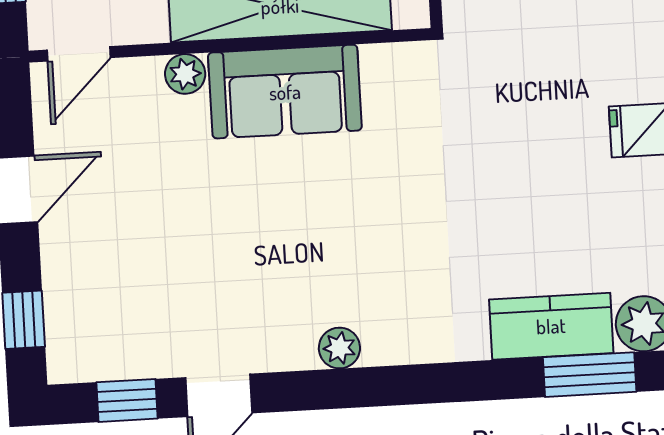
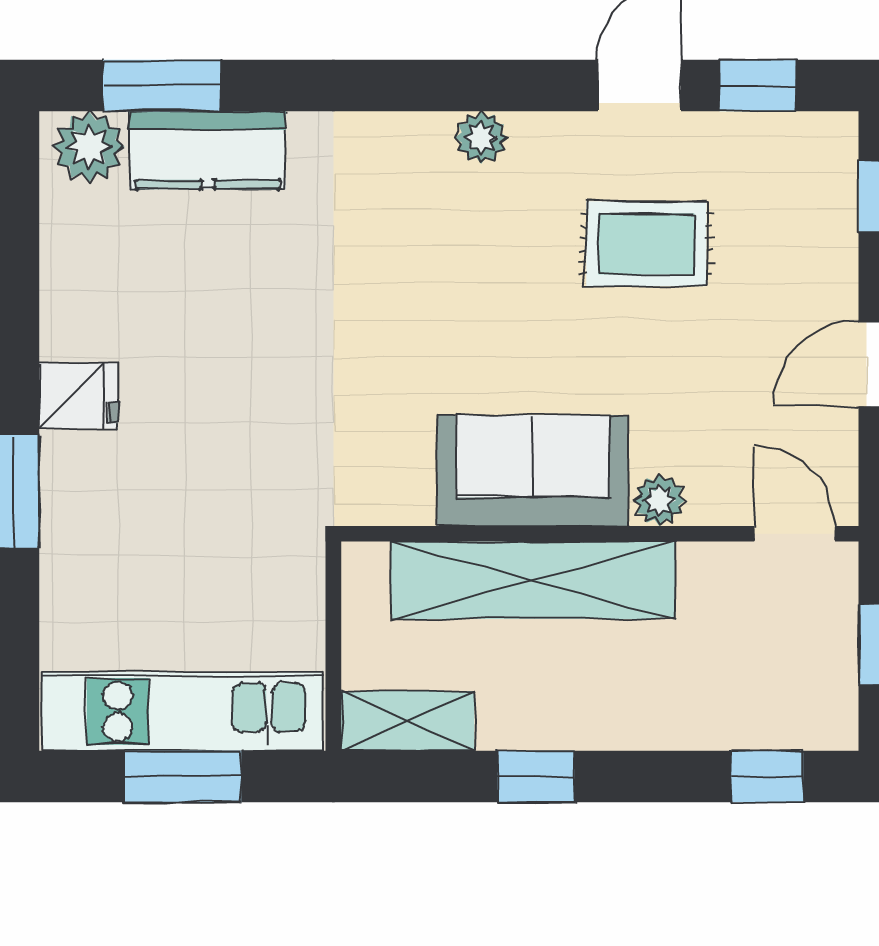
door: (79, 54) -> (795, 534), hinge flipped
rug: (206, 273) -> (646, 244), added

